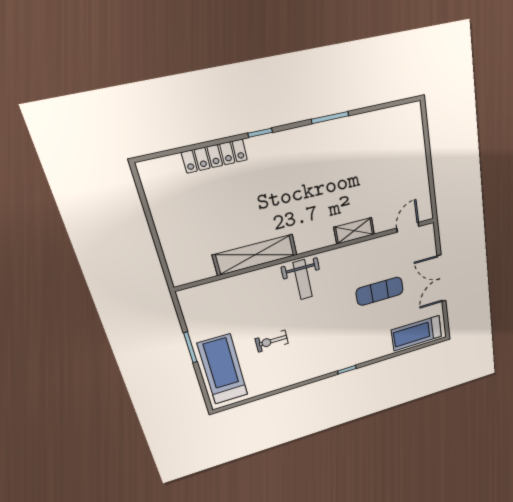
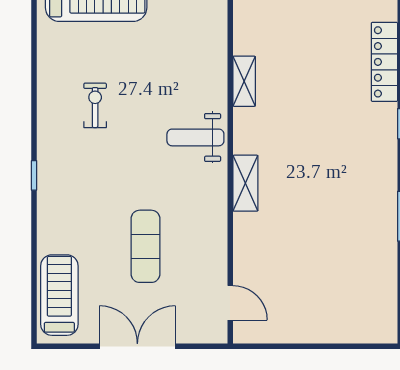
shelving: (354, 231) -> (245, 183), moved
shelving: (255, 255) -> (244, 81), width x0.45, depth x0.75
exercise bike: (272, 341) -> (95, 105), moved

